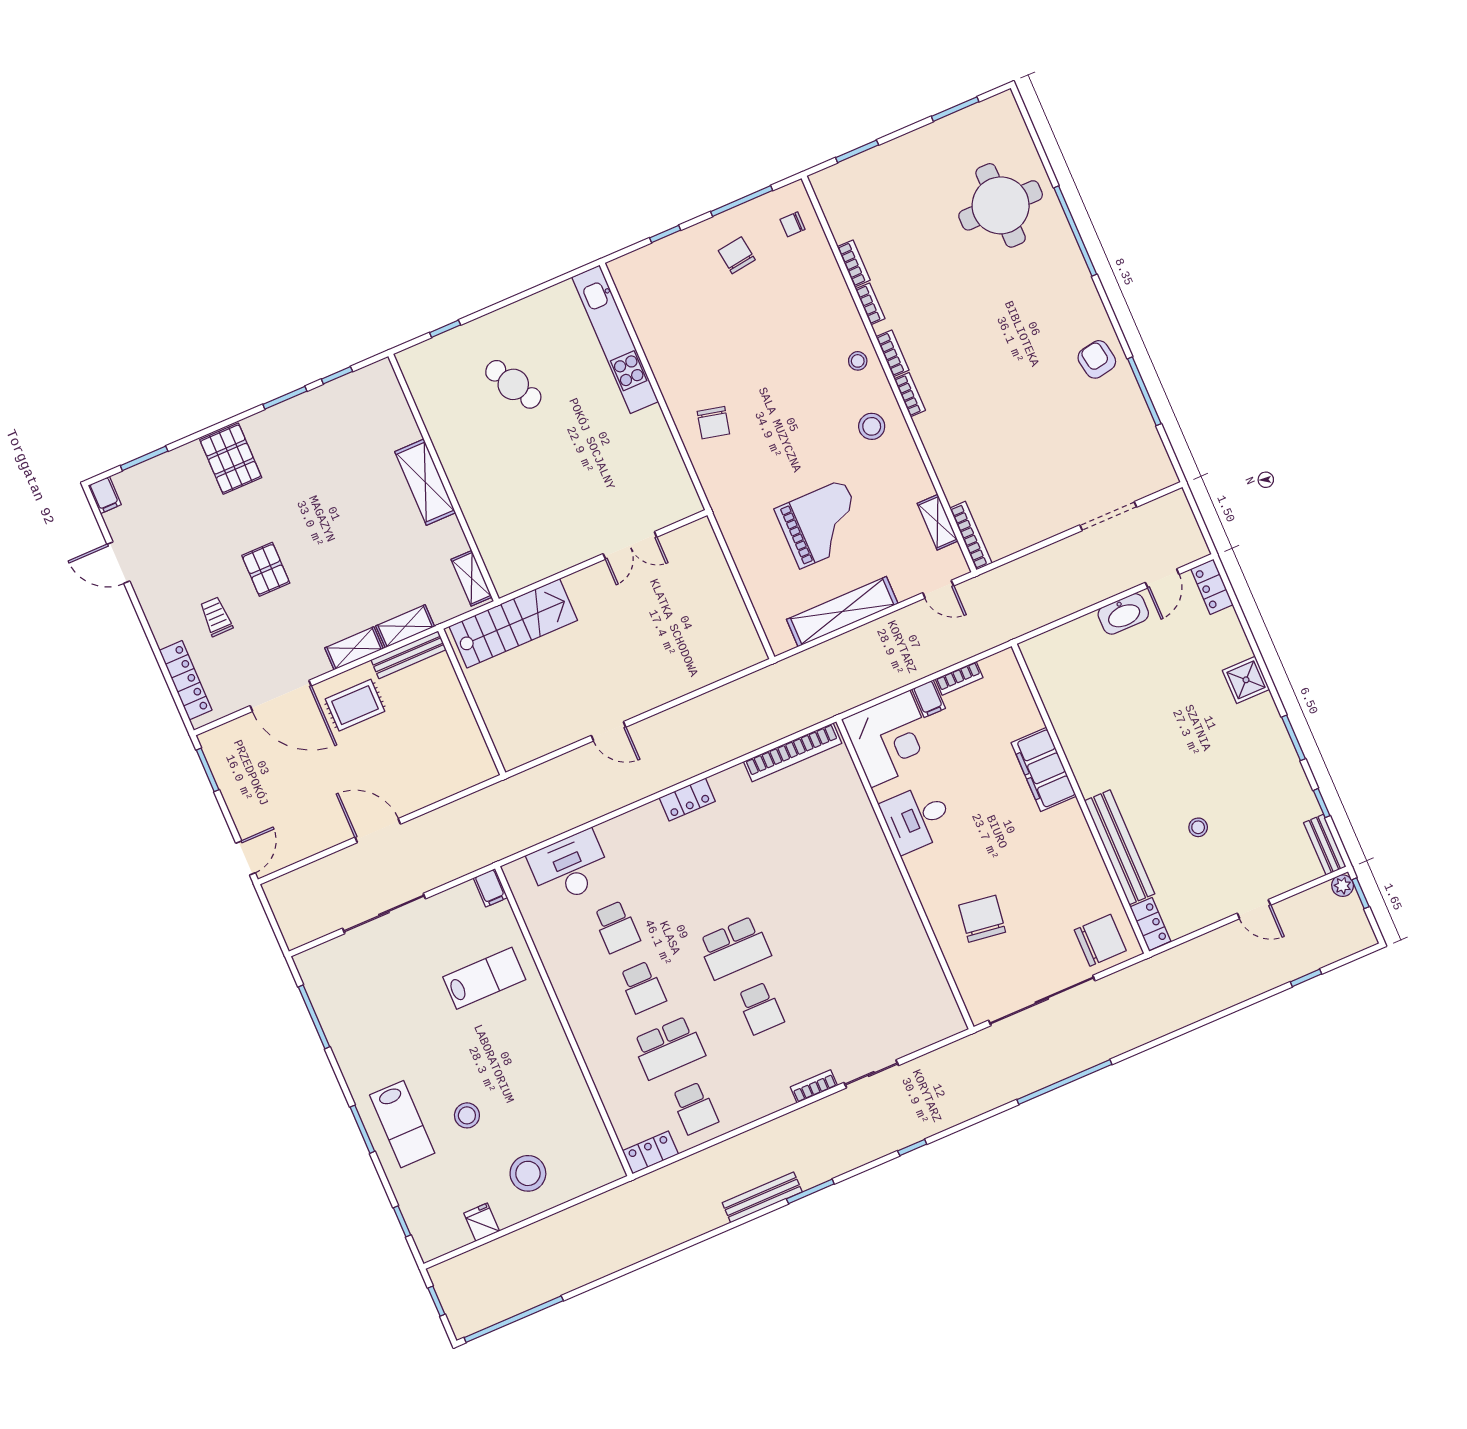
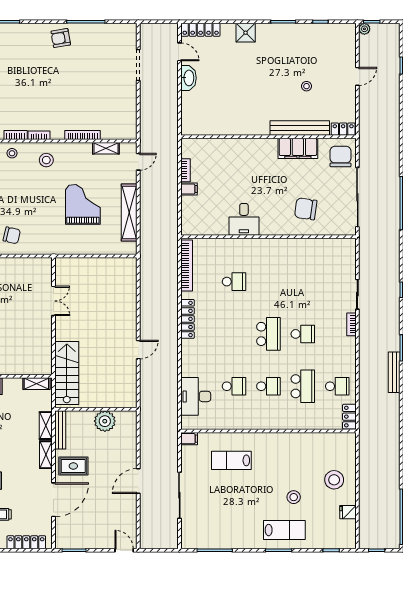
bookcase: (971, 536) -> (83, 135), moved
locker: (1212, 587) -> (201, 30), width x1.53
rug: (355, 705) -> (73, 466), turned 90
plant: (458, 726) -> (105, 421), added
corner desk: (890, 739) -> (200, 216), removed
filing cabinet: (1044, 769) -> (298, 148), moved
locker: (687, 800) -> (187, 319), width x1.53
bench: (1325, 845) -> (341, 29), removed
school desk: (800, 848) -> (234, 282), added
lab bench: (484, 978) -> (231, 460), turned -90

